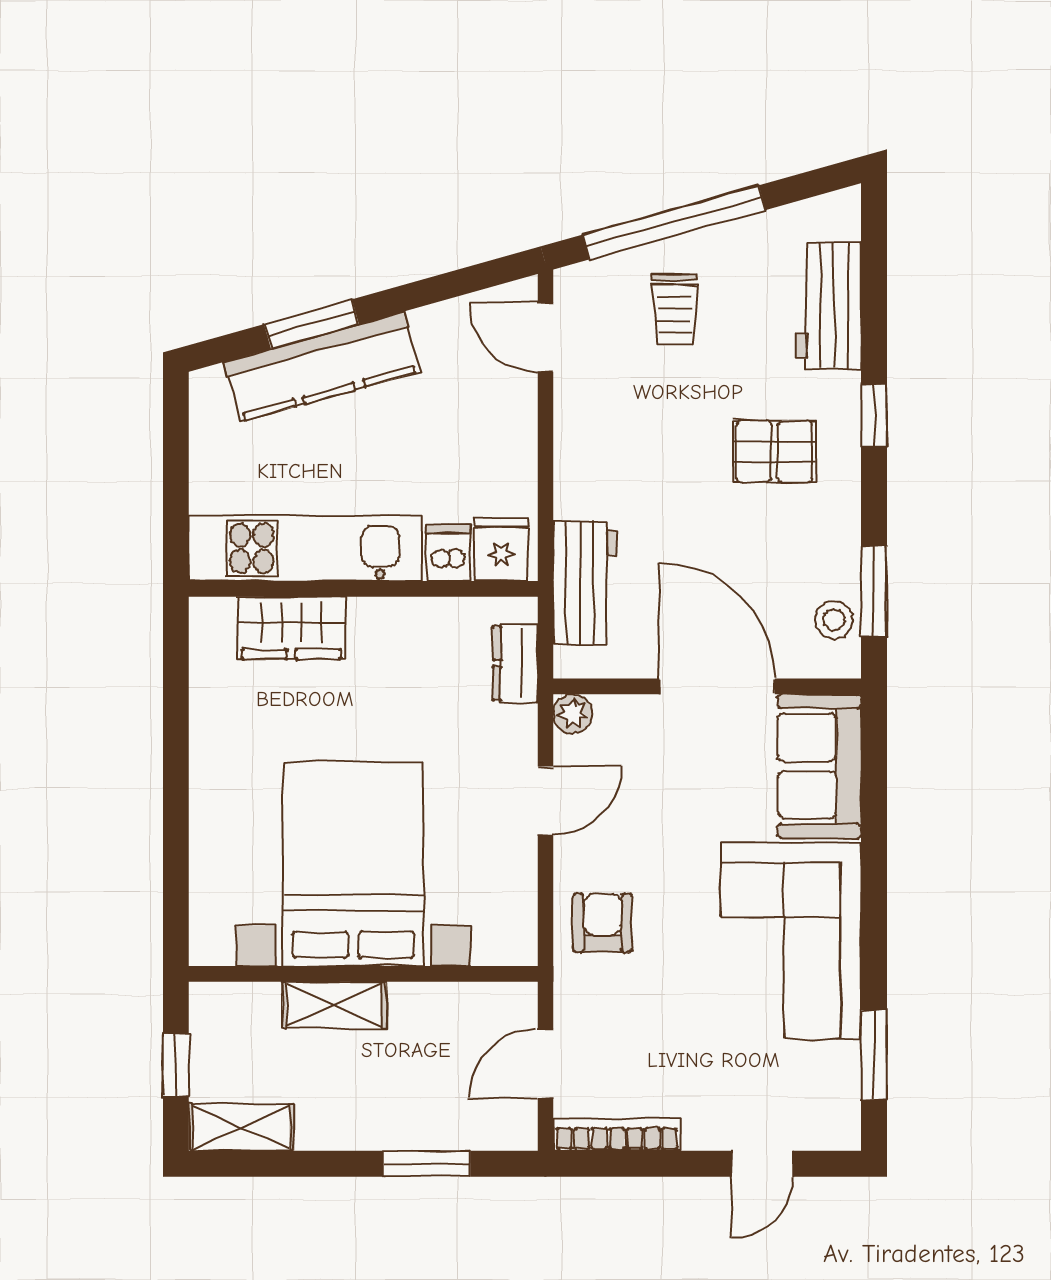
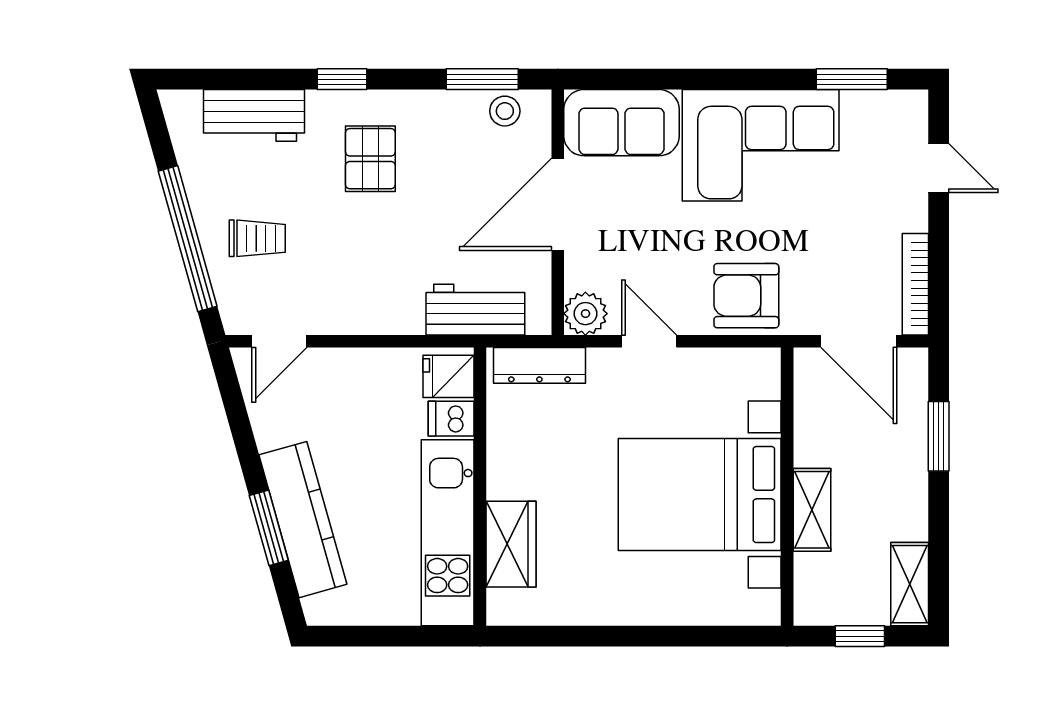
dresser: (515, 663) -> (539, 365), width x1.44
plant: (573, 714) -> (585, 314), width x1.38, depth x1.38
armchair: (603, 923) -> (746, 296), width x1.38, depth x1.38
door: (545, 1064) -> (859, 341), width x1.38

